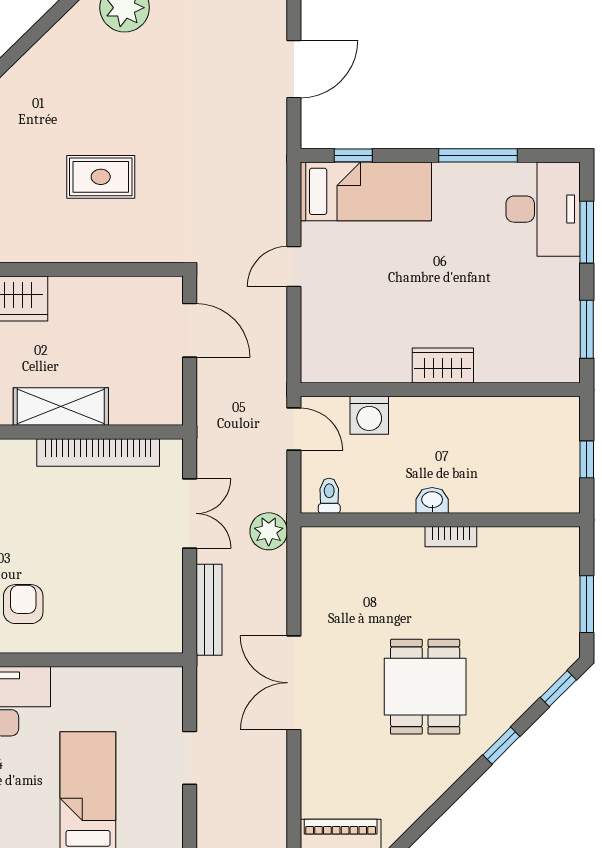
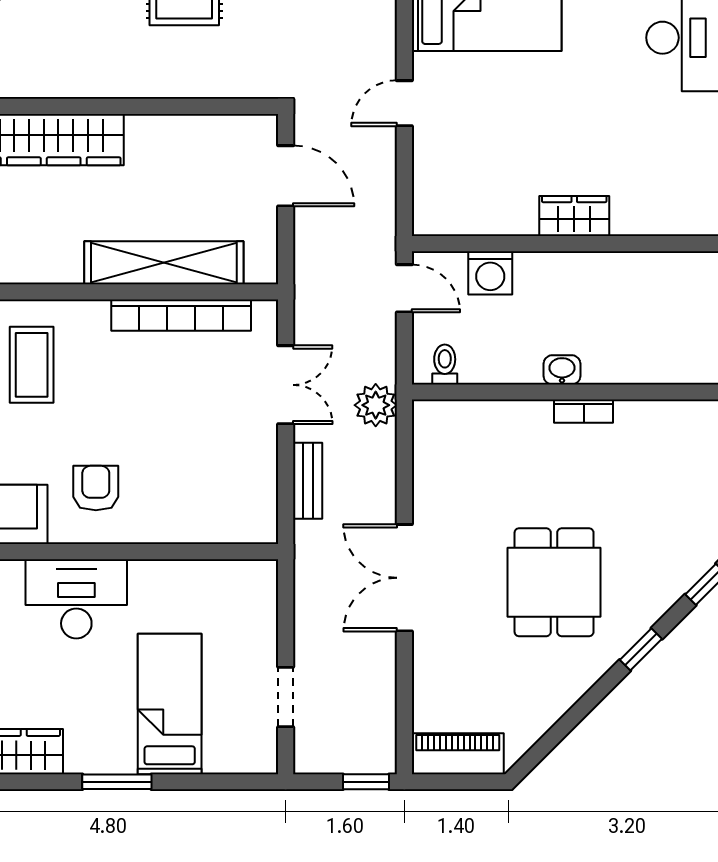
shelving: (61, 407) -> (164, 263), width x1.47
bench: (209, 610) -> (308, 481), width x0.73
doorway: (190, 758) -> (286, 697), moved

